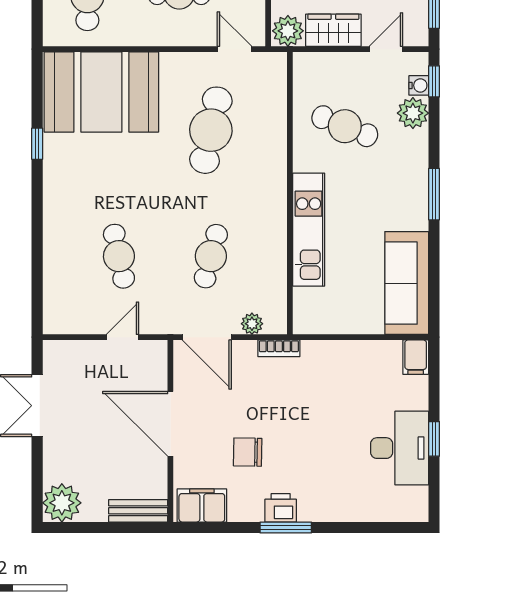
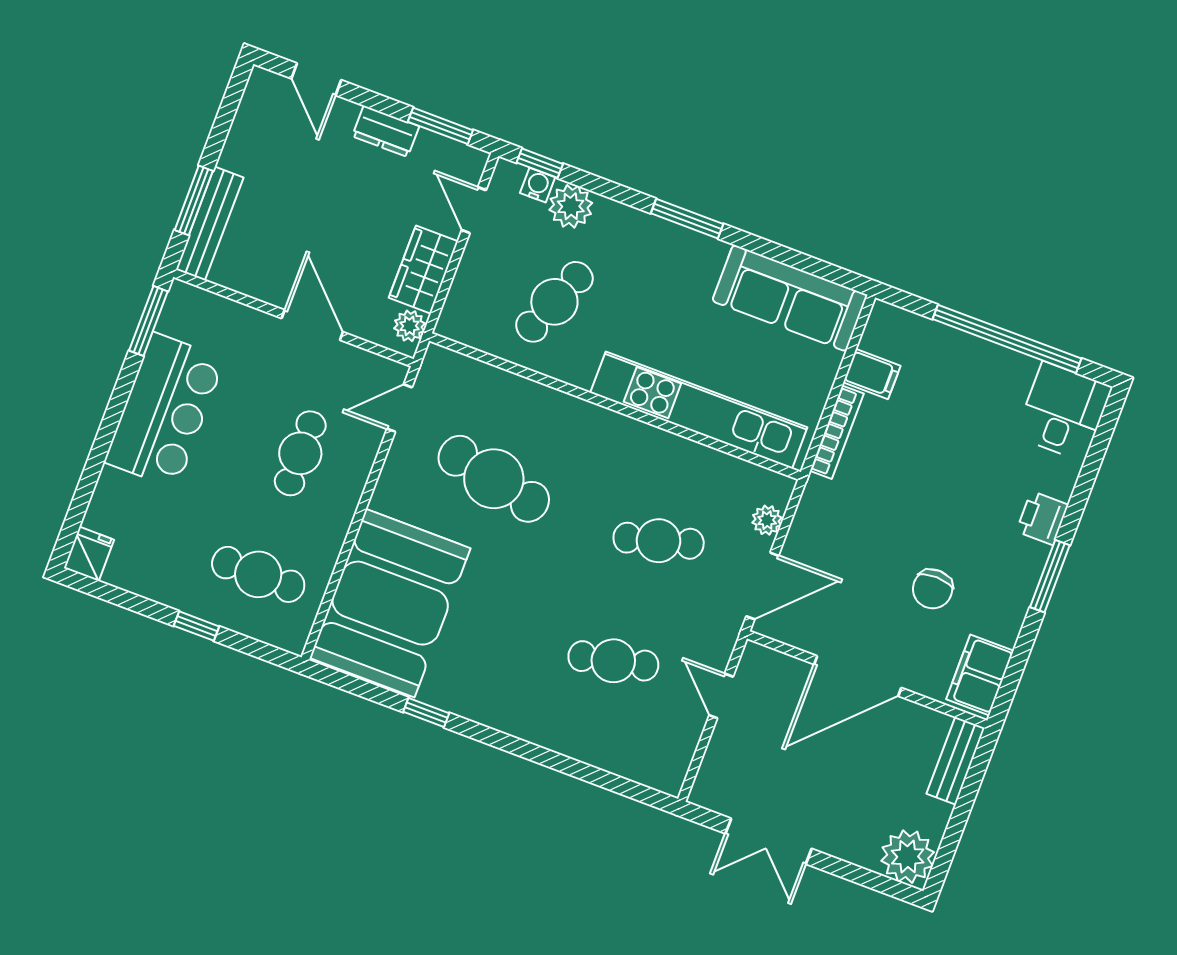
plant: (288, 31) -> (410, 326), width x0.73, depth x0.73
kitchen unit: (309, 230) -> (699, 410), width x1.36
cafe table: (211, 256) -> (659, 541), turned -30
bookcase: (279, 348) -> (837, 432), moved, width x1.56
filing cabinet: (416, 357) -> (872, 374), moved
window: (434, 439) -> (1007, 339), width x3.17
desk: (400, 448) -> (1064, 411), moved, width x0.73
printer: (281, 508) -> (1042, 518), moved

